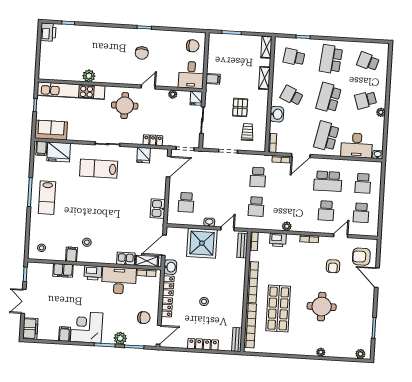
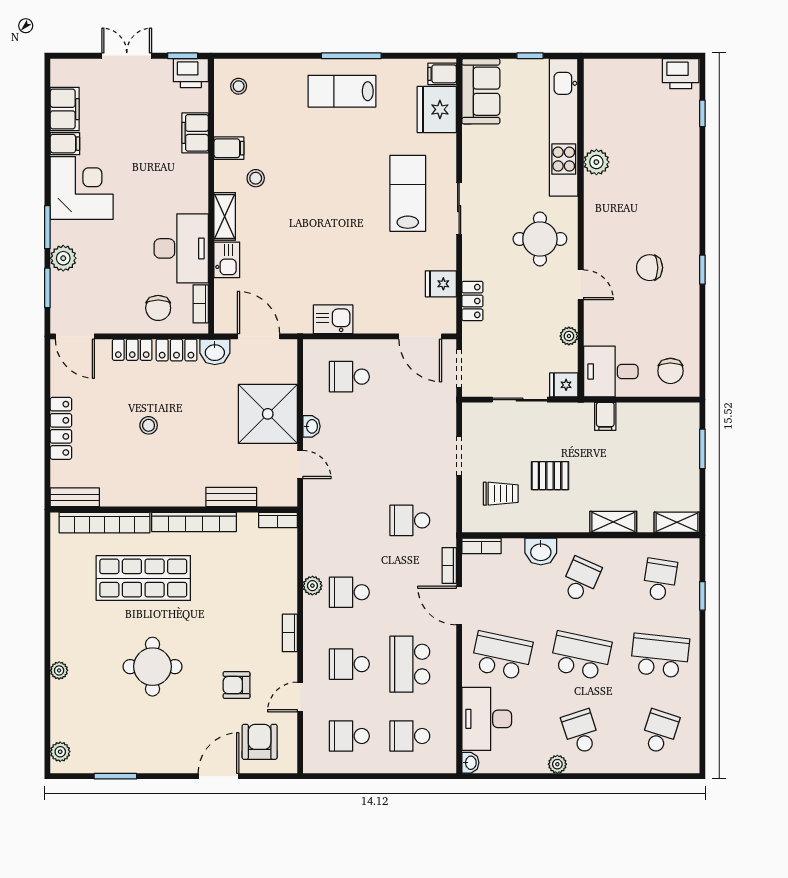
school desk: (256, 206) -> (349, 592), moved
door: (341, 236) -> (300, 697), swing flipped
printer: (278, 240) -> (284, 569), removed
bench: (242, 246) -> (231, 497), moved
shelving: (147, 261) -> (225, 216), moved
printer: (93, 273) -> (191, 73), moved, turned -90
chair: (144, 318) -> (158, 308), moved
filing cabinet: (30, 329) -> (65, 109), moved, turned -90

